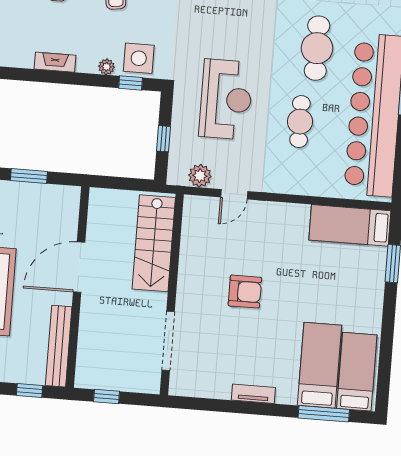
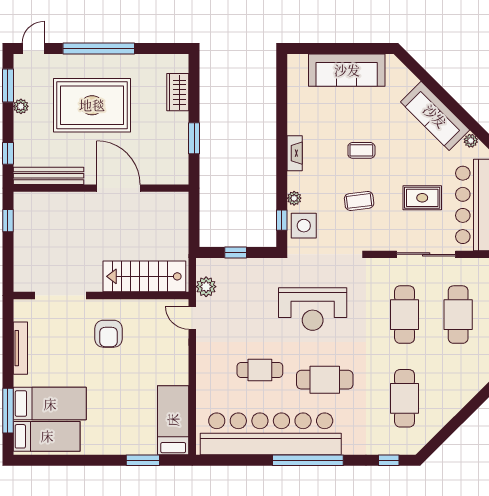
reception desk: (226, 99) -> (313, 309), moved
stairs: (154, 243) -> (144, 276), moved
wall: (172, 294) -> (101, 296), moved
doorway: (168, 341) -> (61, 296), moved
tv unit: (253, 394) -> (20, 348), width x1.41

